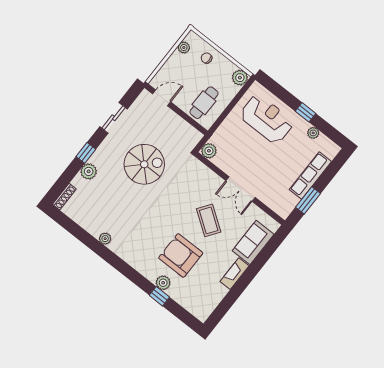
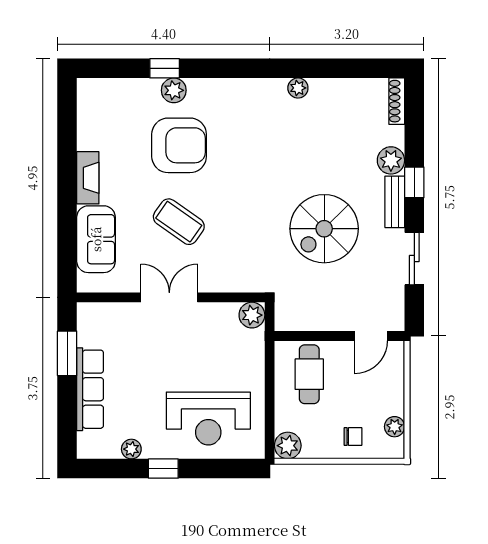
bench: (102, 151) -> (395, 202), added

